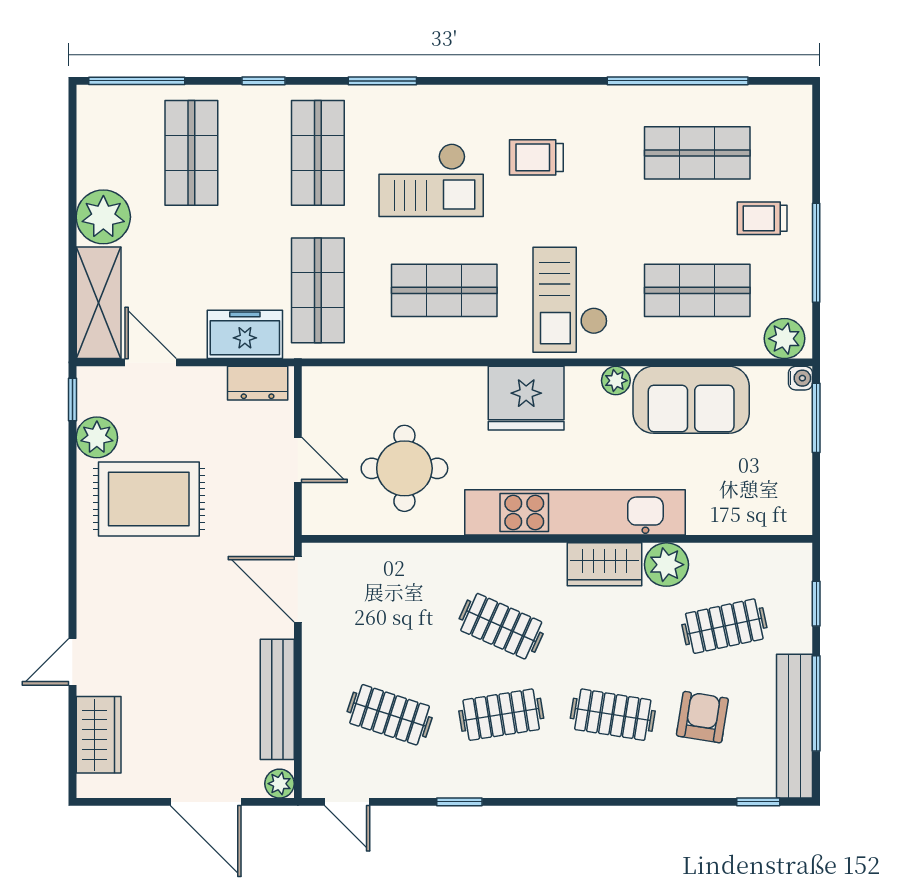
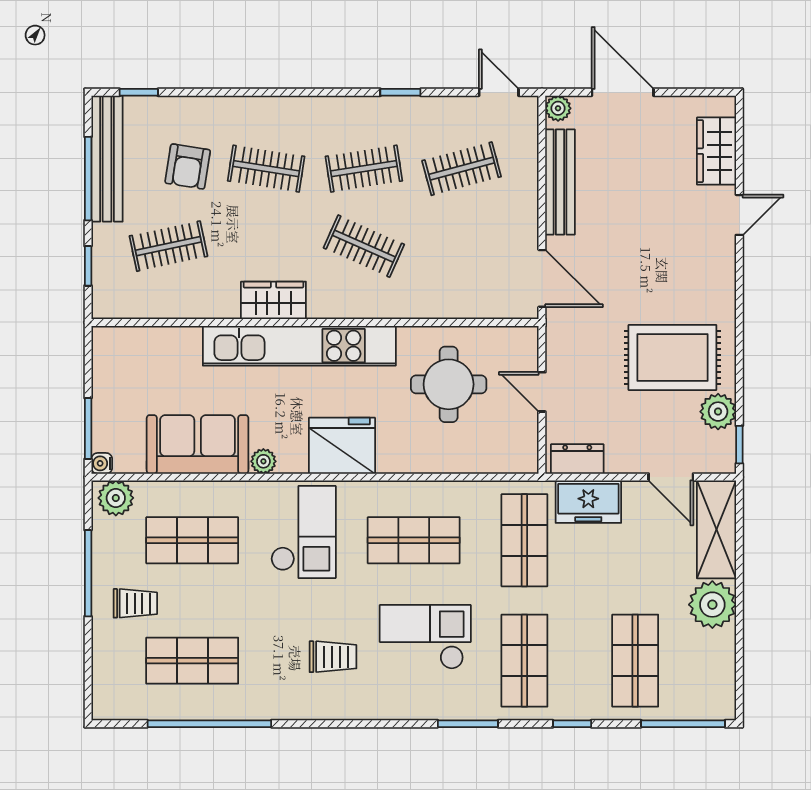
plant: (666, 565) -> (219, 300), removed
clothes rail: (390, 715) -> (462, 169), turned -33

